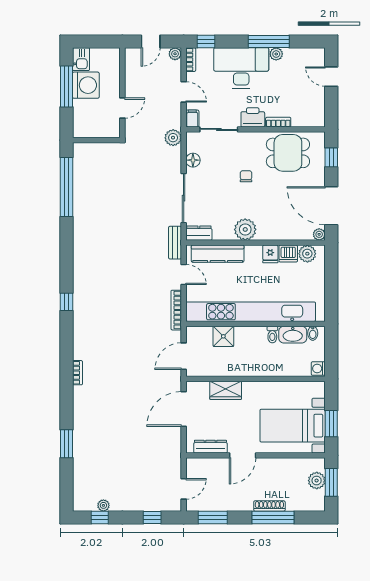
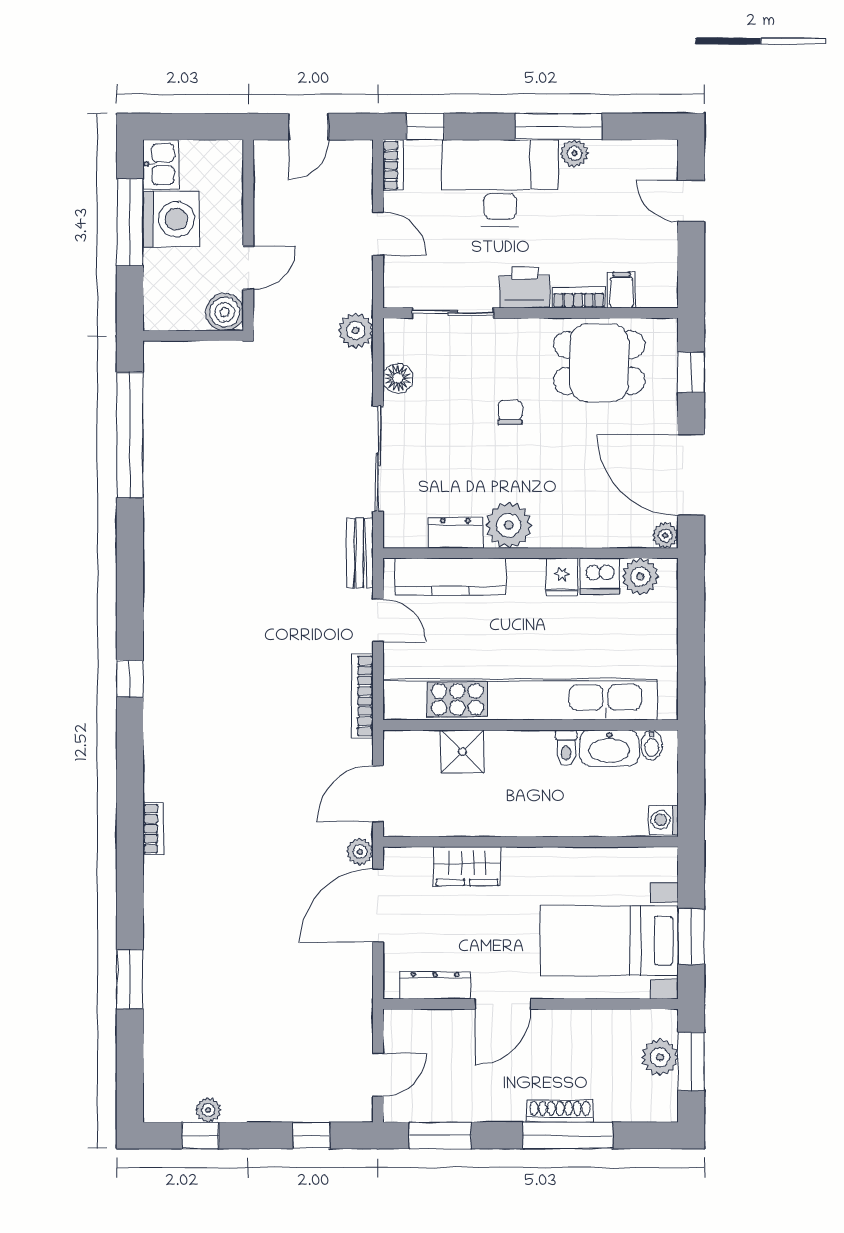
plant: (175, 54) -> (360, 852), moved
filing cabinet: (192, 119) -> (621, 290), moved
boiler: (111, 129) -> (225, 312), added
dresser: (199, 233) -> (455, 533), moved

